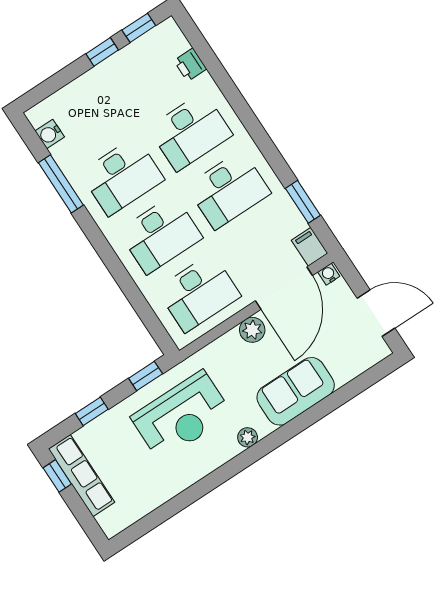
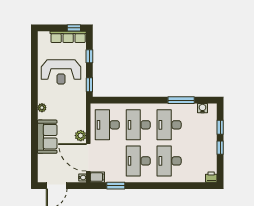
window: (139, 28) -> (220, 127), moved
printer: (190, 65) -> (211, 177), moved
reception desk: (181, 416) -> (61, 72), moved, turned -90

